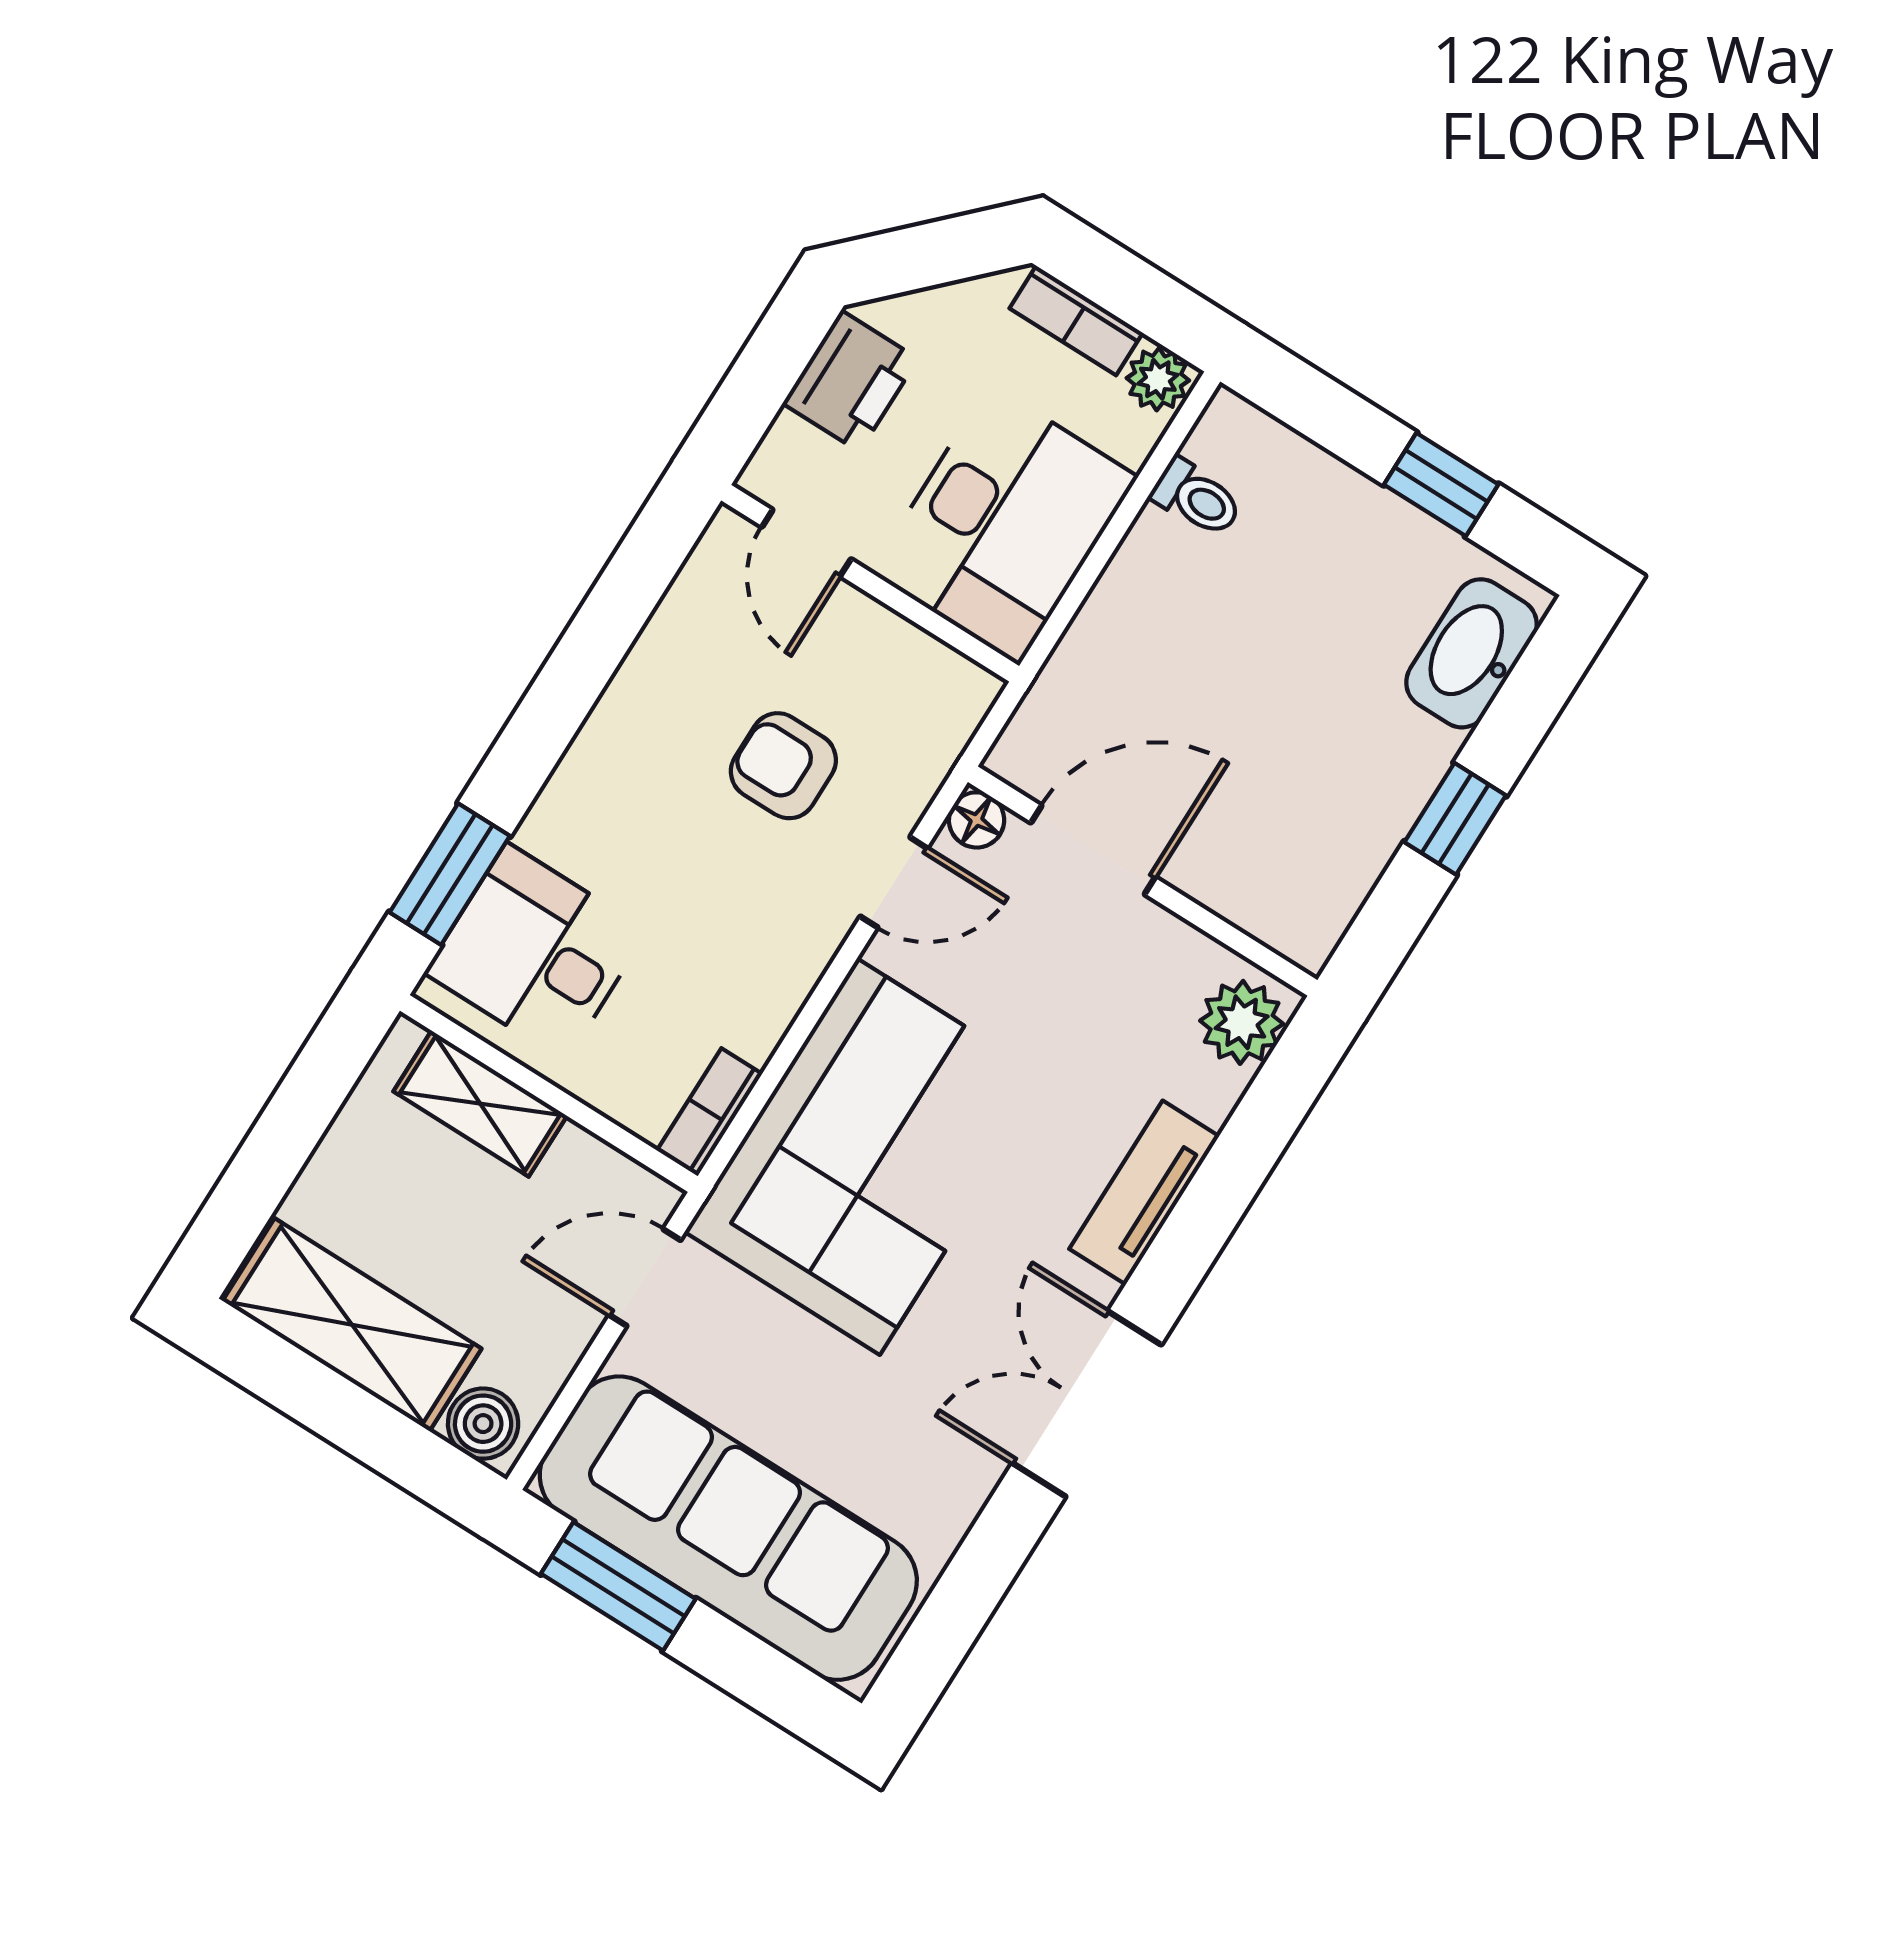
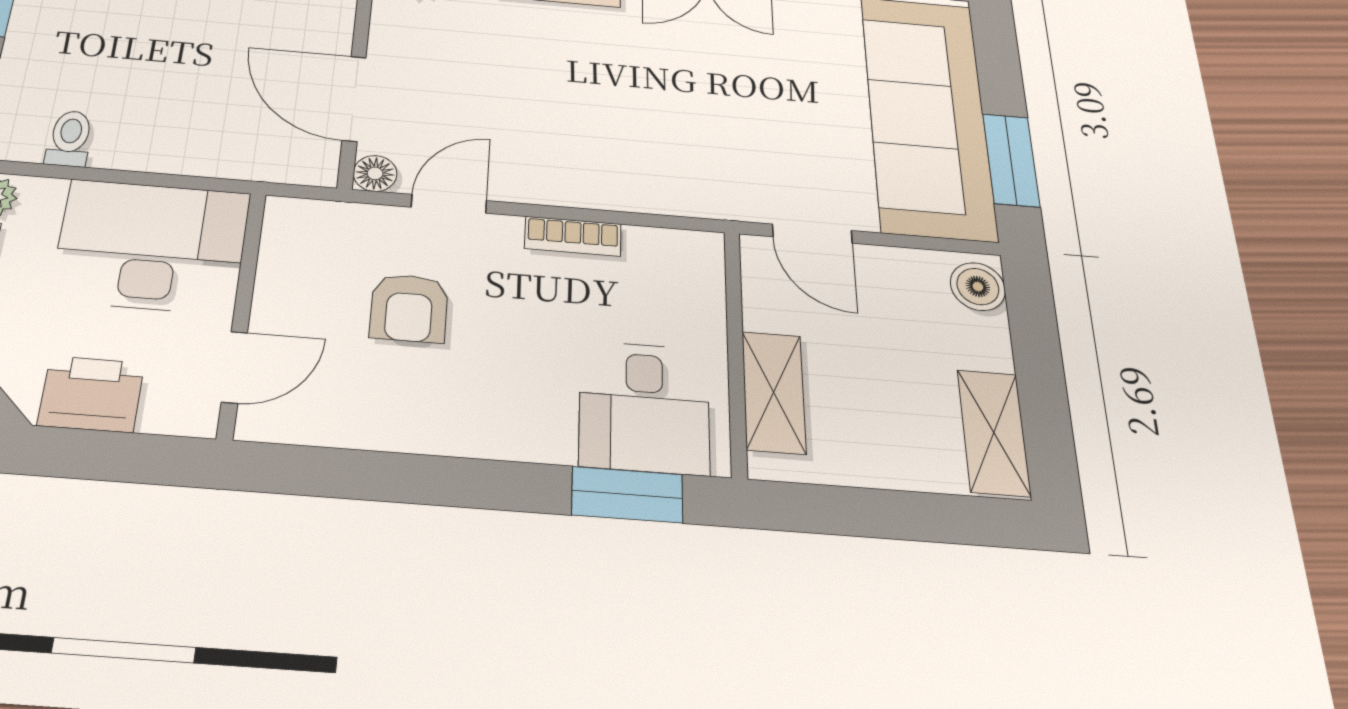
door: (894, 882) -> (449, 204), hinge flipped
bookcase: (710, 1112) -> (573, 236), moved
corner sofa: (868, 1157) -> (641, 140), removed
shelving: (352, 1325) -> (994, 433), width x0.67, depth x0.75

